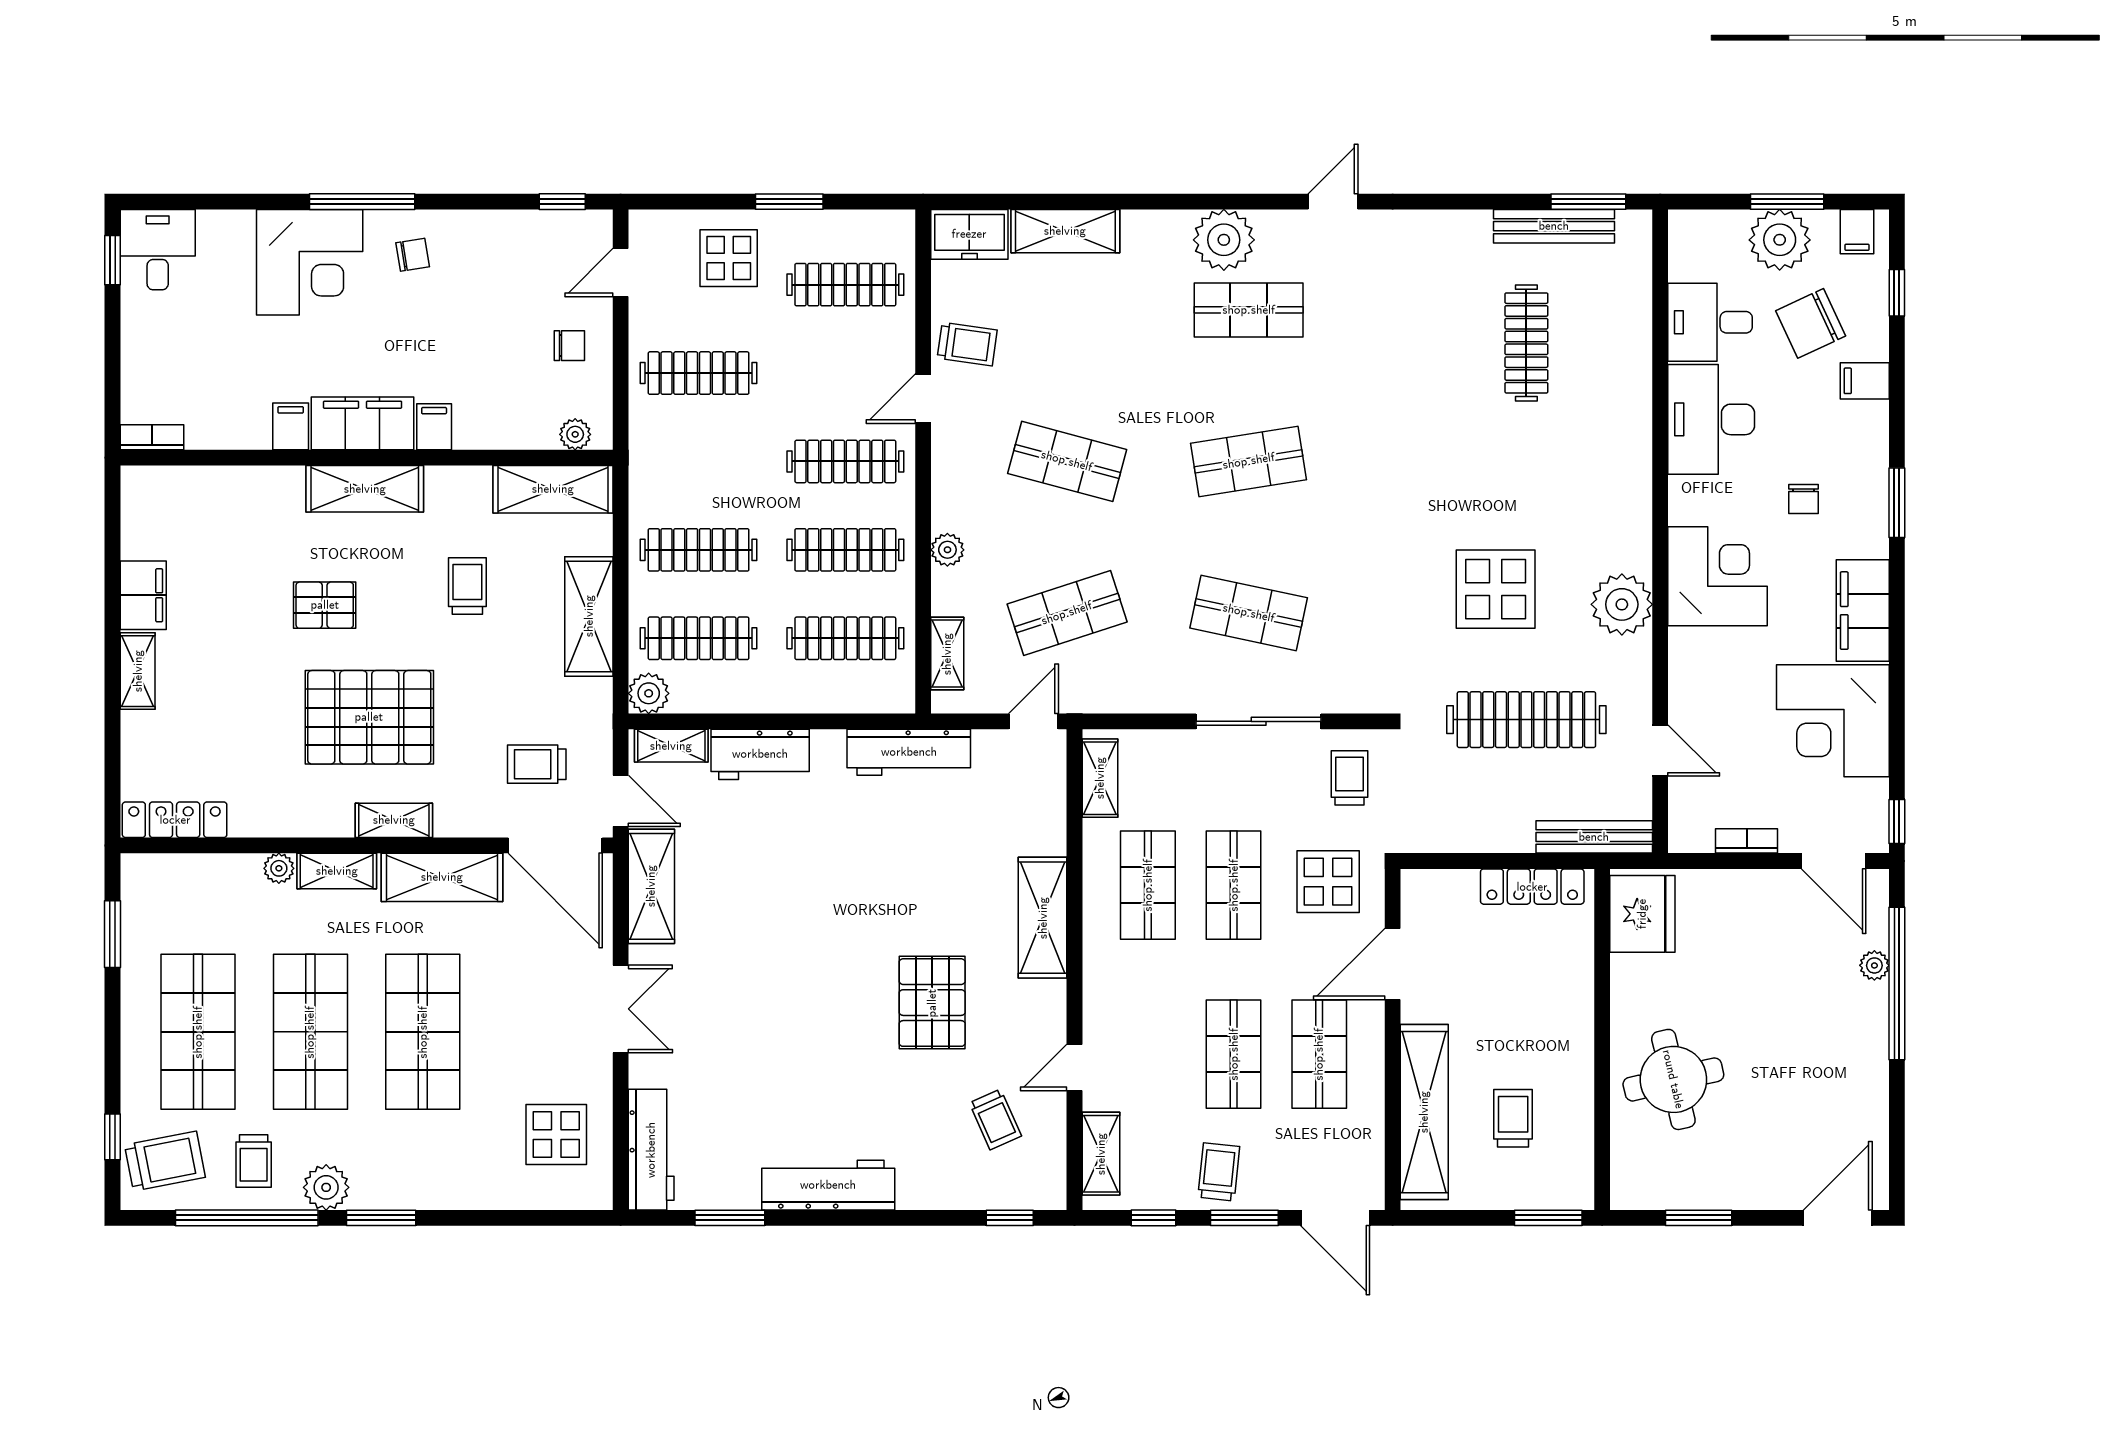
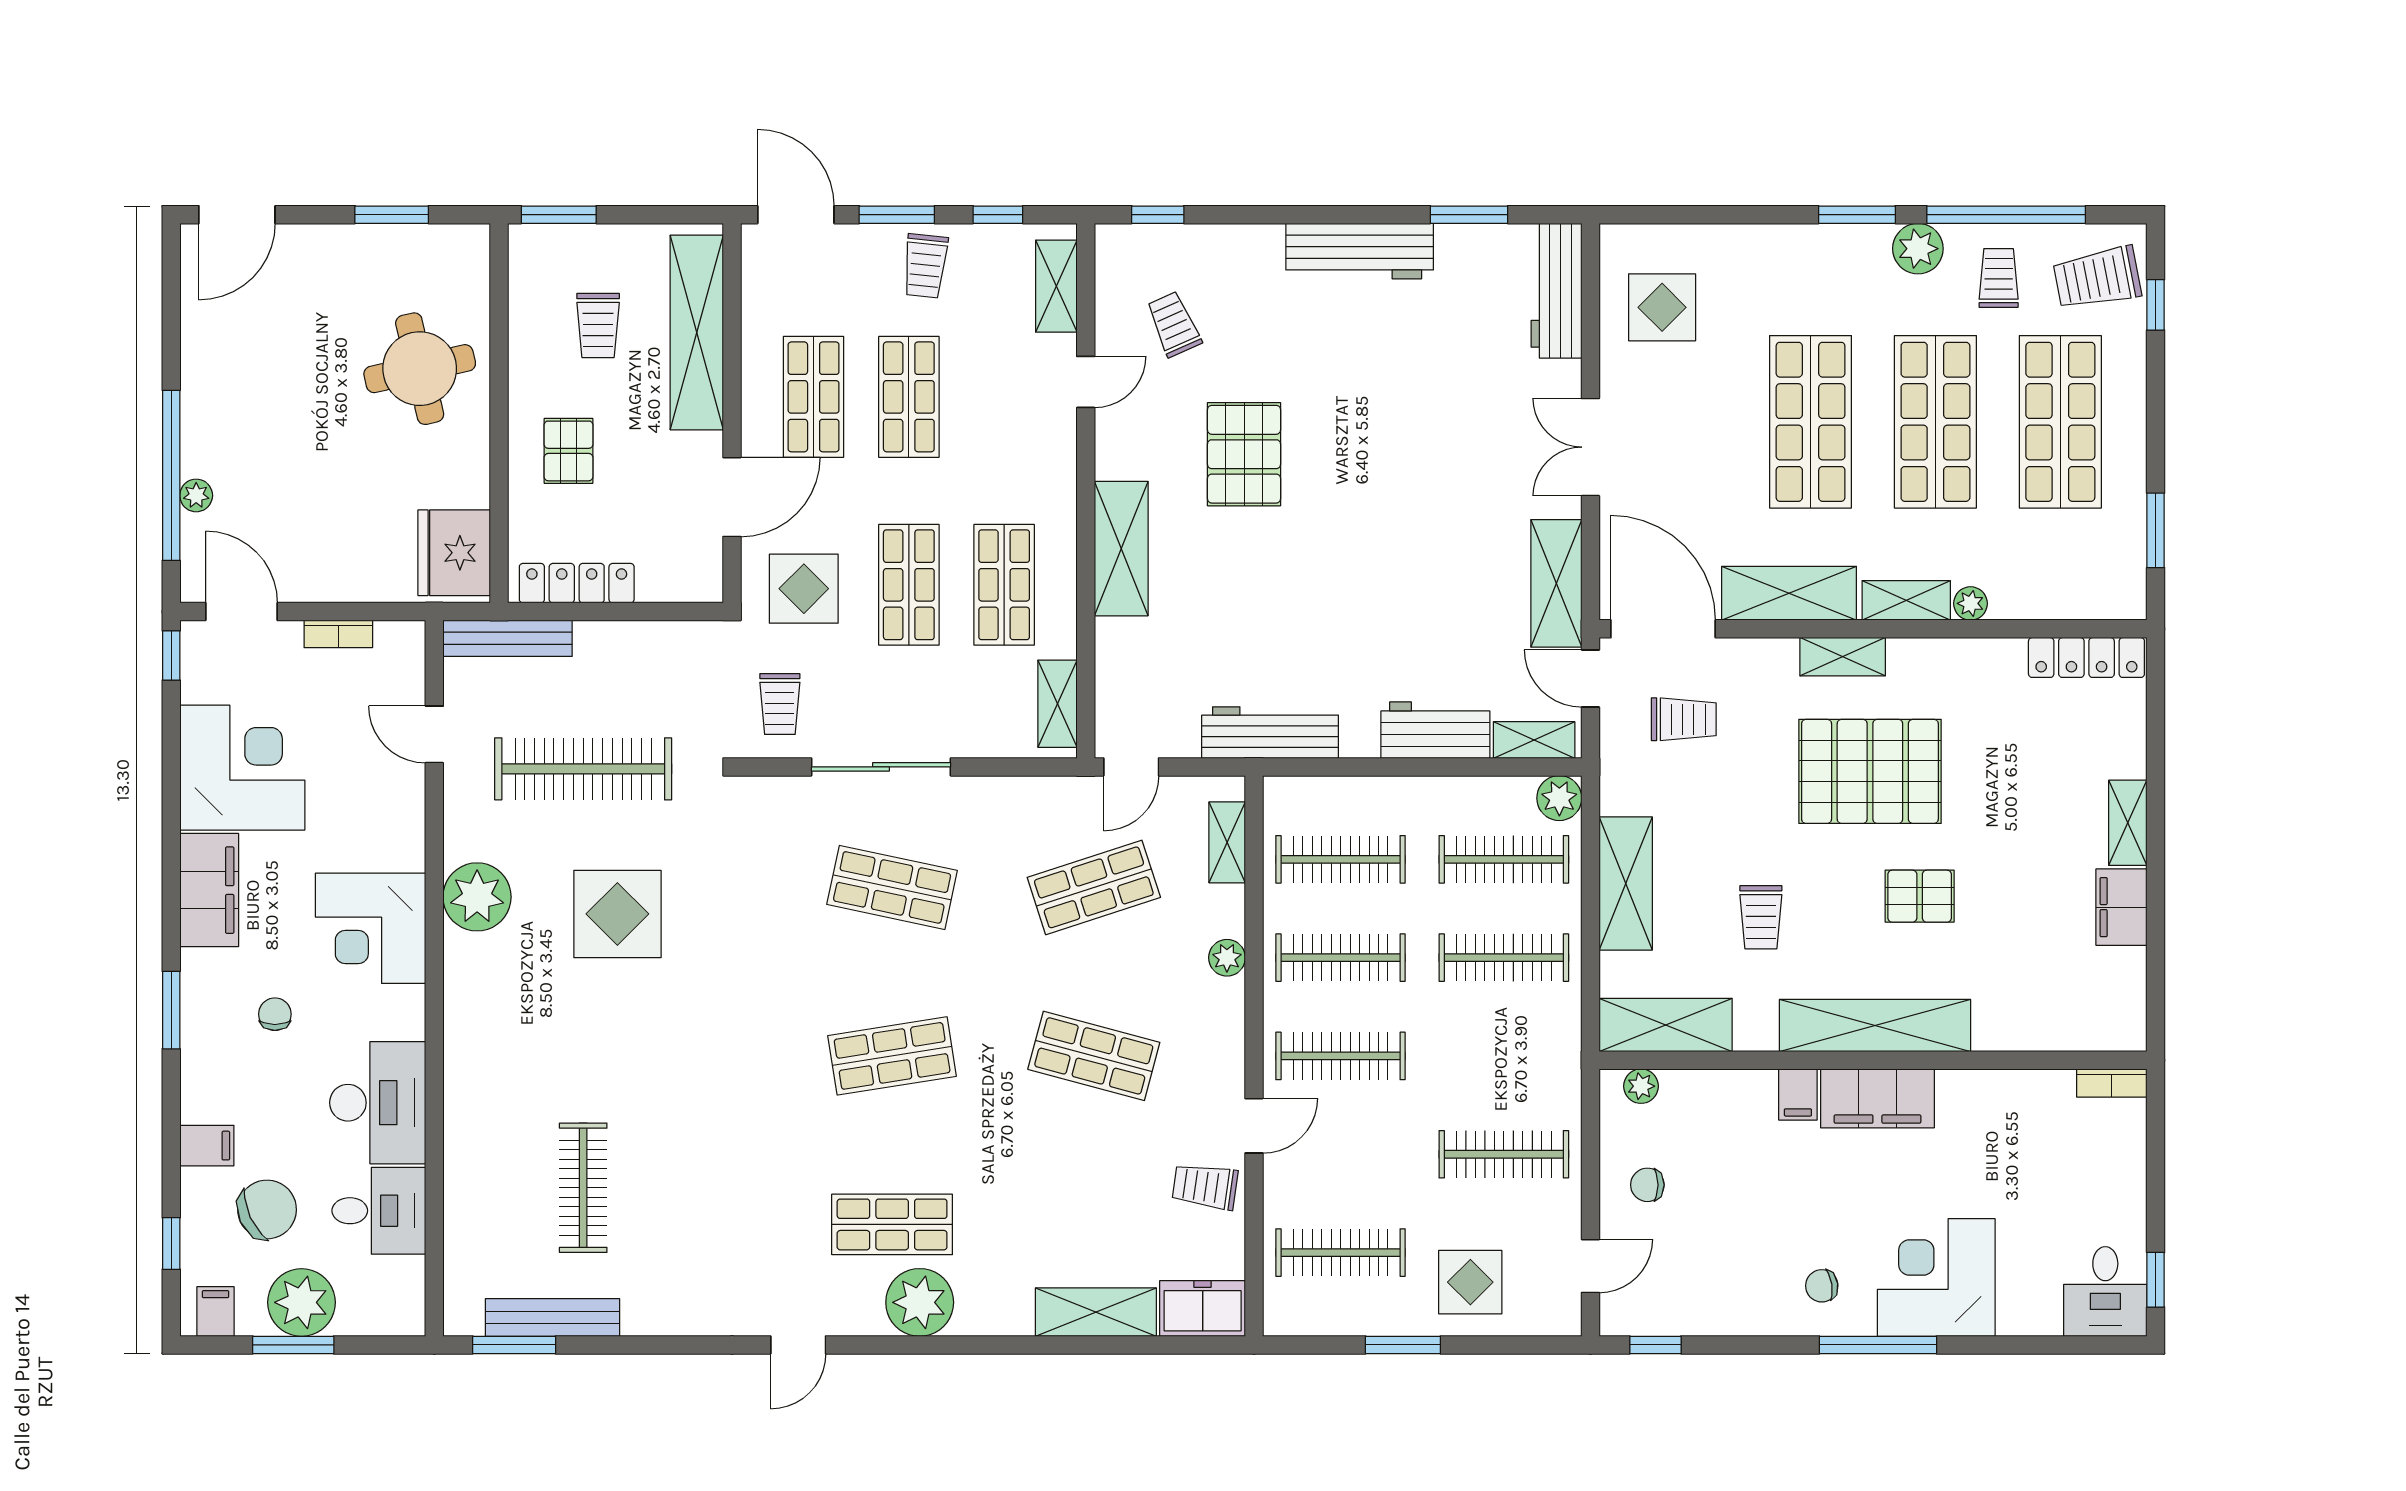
filing cabinet: (291, 426) -> (1957, 1095), removed
shelving: (365, 489) -> (1875, 1026), width x1.47
pallet: (1540, 1006) -> (568, 451), added

